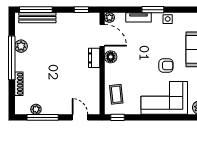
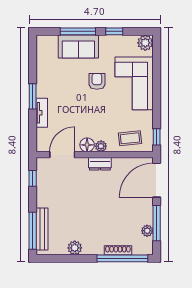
plant: (109, 18) -> (101, 146), moved
side table: (168, 19) -> (44, 79), removed
window: (12, 58) -> (122, 258), moved
dresser: (94, 58) -> (100, 164), moved
door: (80, 117) -> (157, 180), width x1.88

